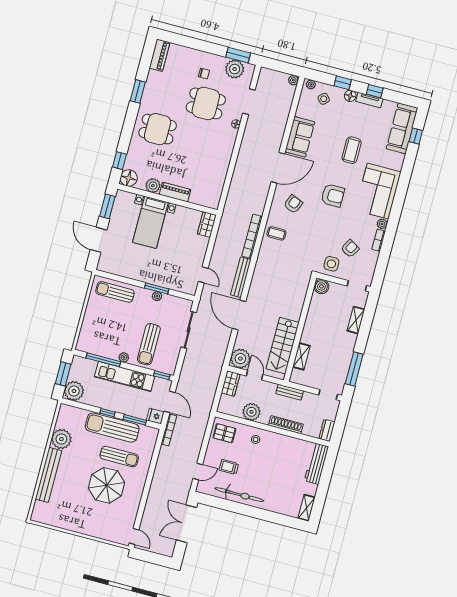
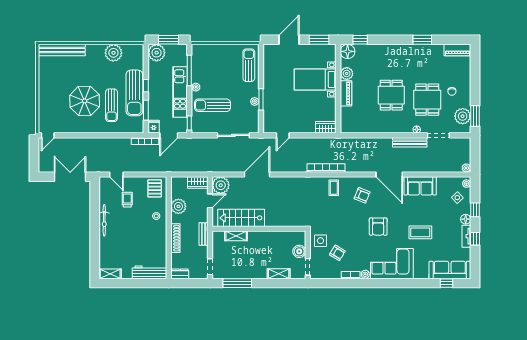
dining table: (158, 129) -> (391, 95), moved
bench: (241, 277) -> (410, 142), moved
boiler: (321, 286) -> (299, 251), moved
sun lounger: (112, 428) -> (134, 93), turned 180
bench: (49, 475) -> (62, 50), moved
bicycle: (239, 495) -> (104, 220), width x0.73, depth x0.71

